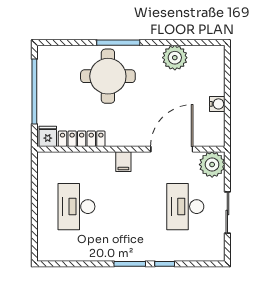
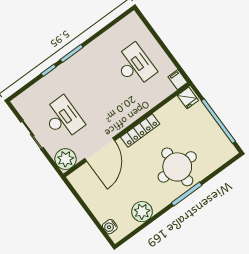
water cooler: (217, 104) -> (110, 227), moved
locker: (82, 139) -> (140, 130), moved
filing cabinet: (123, 162) -> (178, 80), moved

